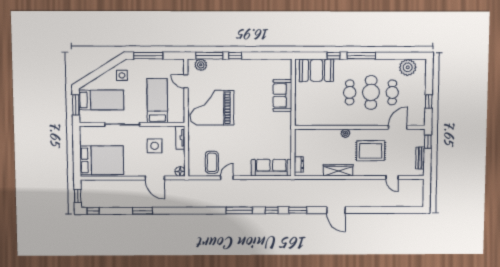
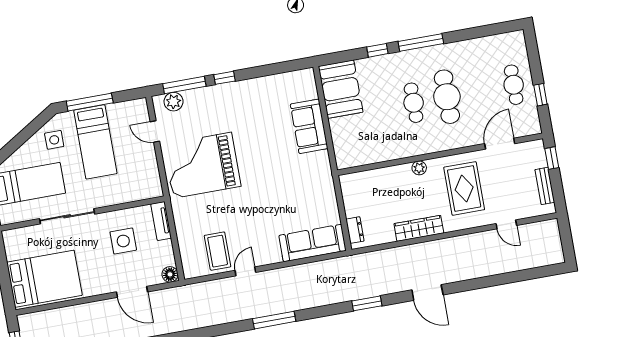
plant: (408, 67) -> (497, 47), removed
booth: (316, 70) -> (341, 89), moved, turned 90
cafe table: (392, 92) -> (514, 85), moved
bed: (157, 101) -> (95, 142), moved, turned 180
rug: (371, 151) -> (464, 188), turned 90
window: (272, 210) -> (325, 311), removed

